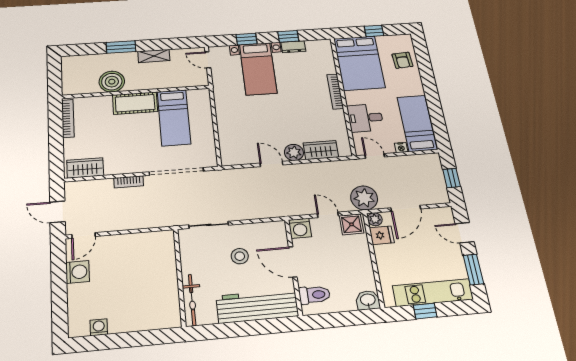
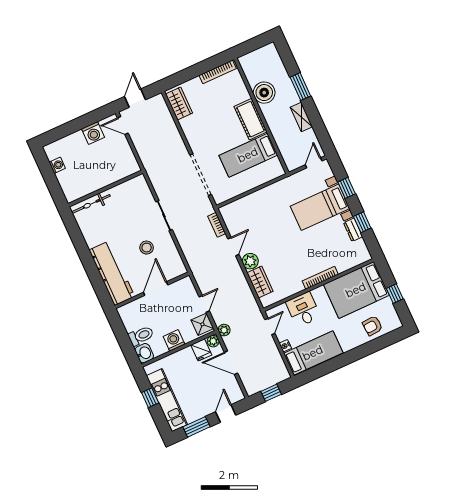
bookcase: (129, 182) -> (217, 225), moved
plant: (364, 198) -> (224, 330), width x0.53, depth x0.53
washing machine: (300, 228) -> (174, 340), moved, turned 90
wall: (180, 277) -> (105, 188), moved
toilet: (315, 295) -> (141, 336), moved, turned -90
bicycle: (192, 300) -> (91, 204), moved

